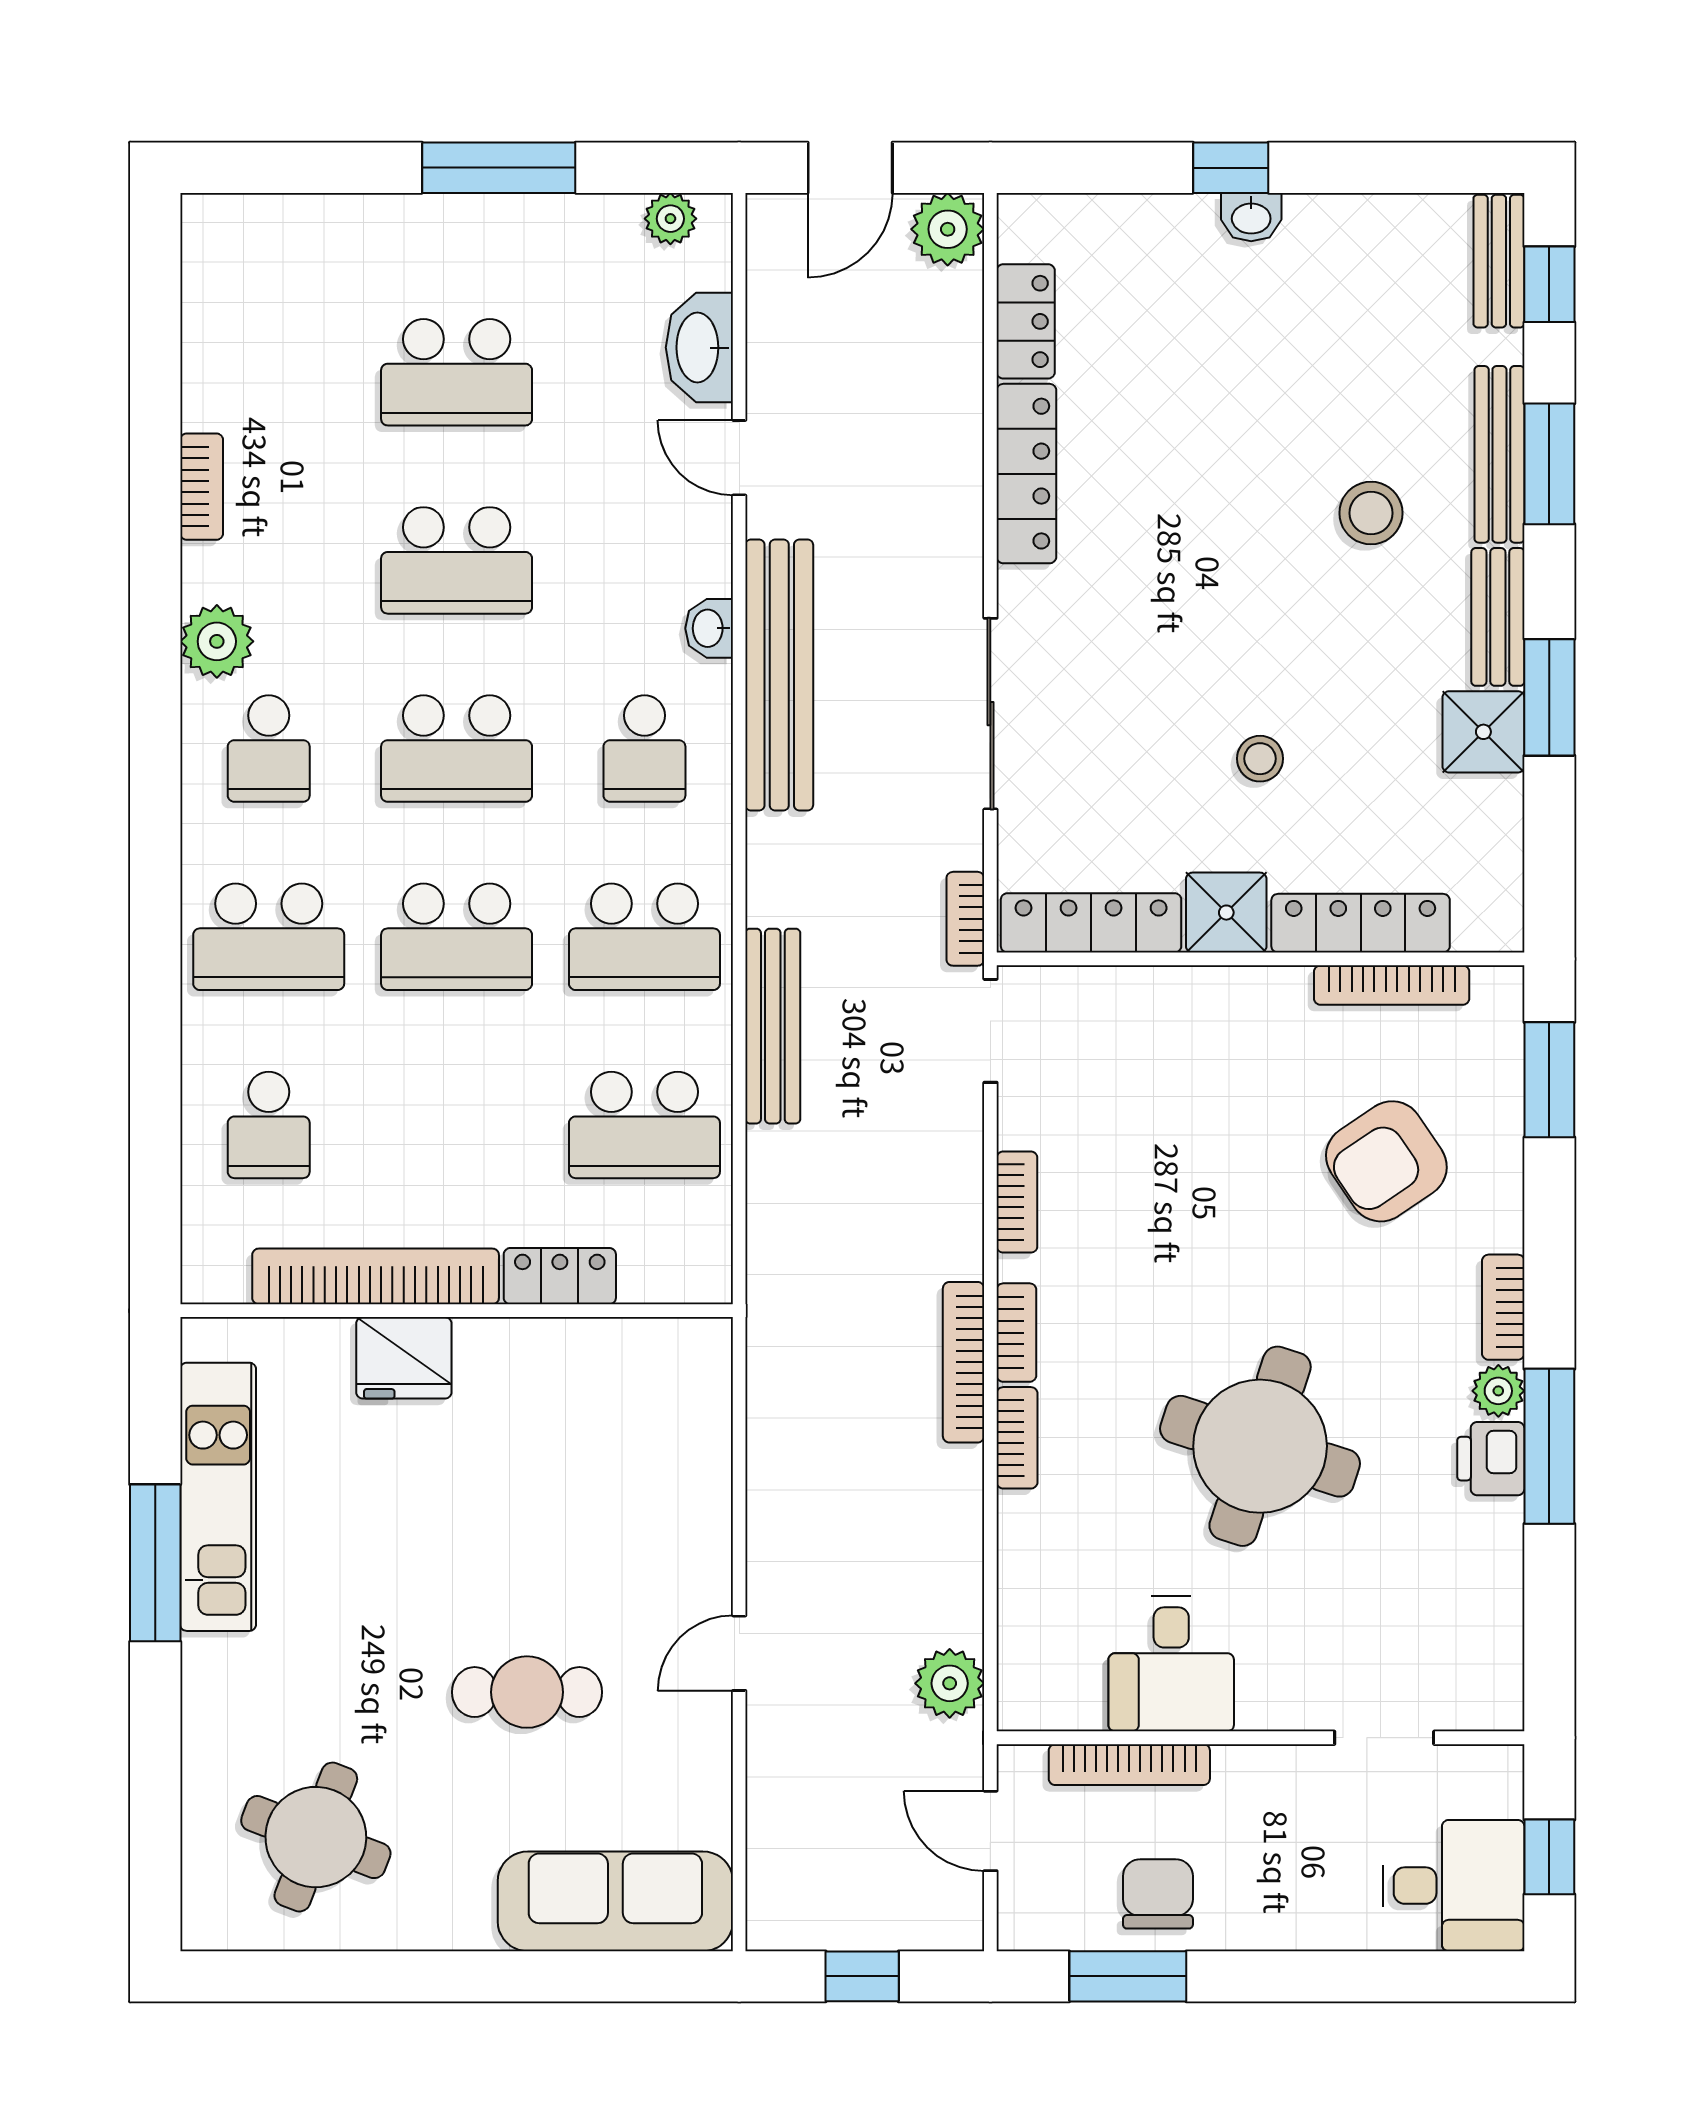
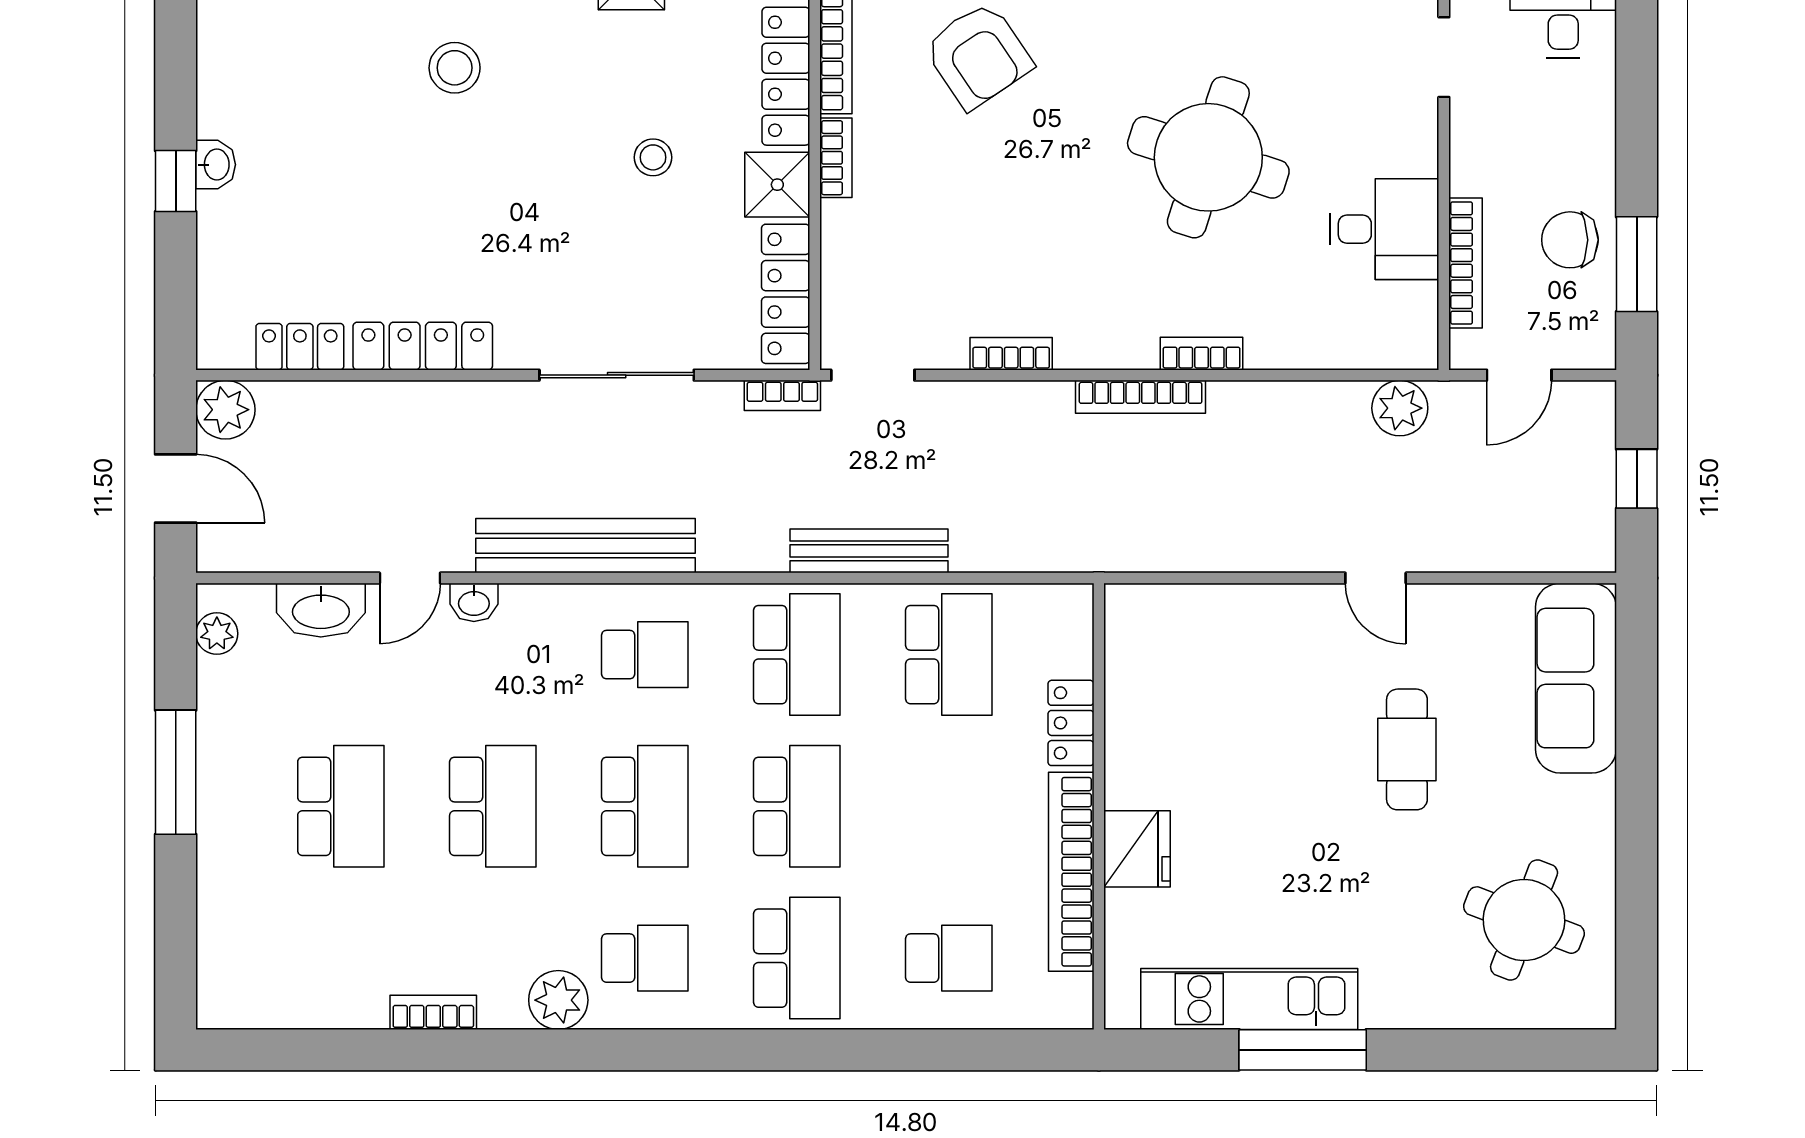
washbasin: (709, 628) -> (474, 602), moved
bookcase: (1016, 1333) -> (836, 158), moved, turned 90

